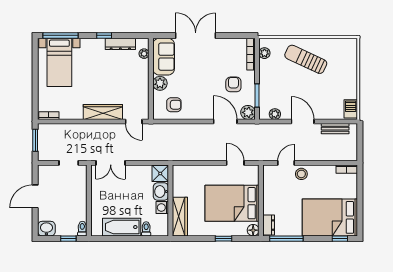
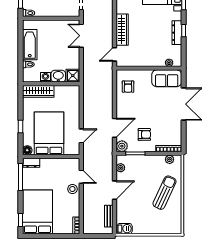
dresser: (120, 44) -> (177, 33), moved
plant: (160, 83) -> (145, 75), removed

